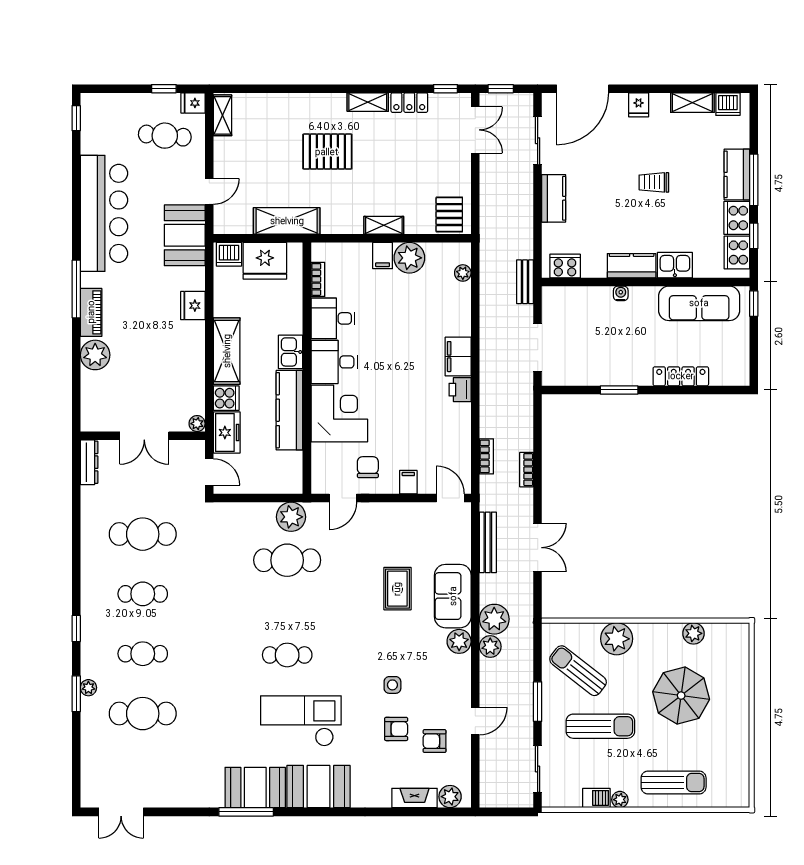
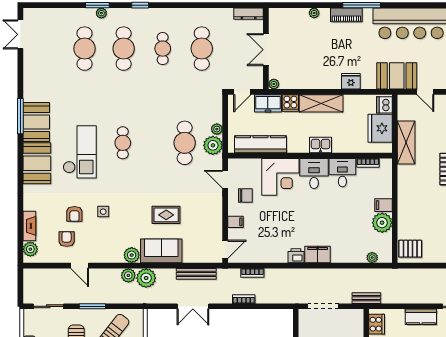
shelving: (384, 225) -> (403, 206), removed
plant: (95, 355) -> (314, 13), width x0.53, depth x0.53
kitchen counter: (289, 410) -> (261, 144), moved
plant: (266, 511) -> (217, 129), added
cafe table: (143, 654) -> (124, 49), width x1.37, depth x1.35

